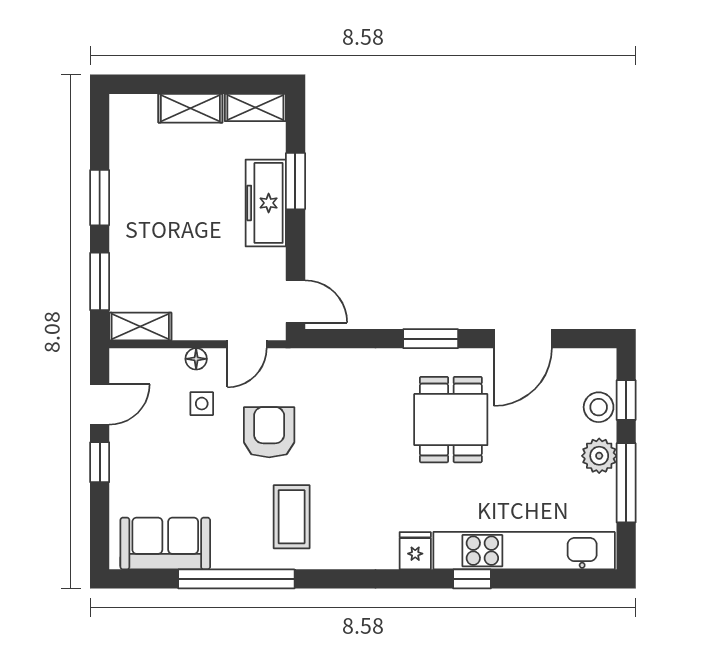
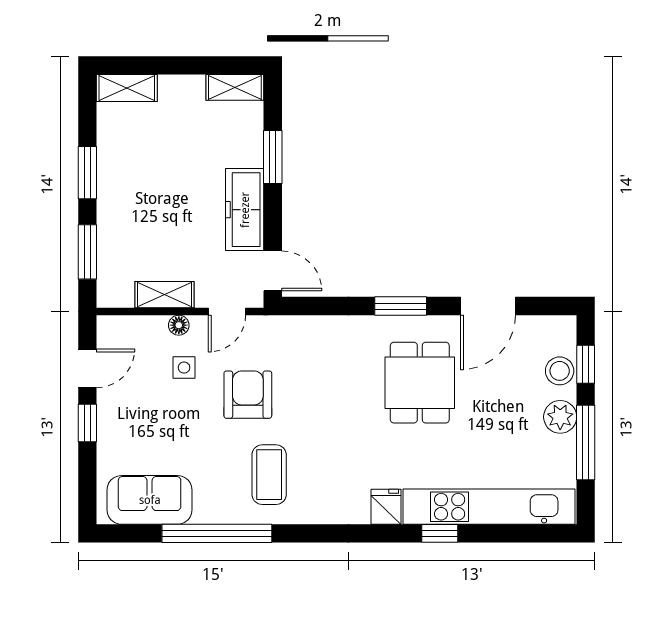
shelving: (190, 108) -> (127, 88), moved
freezer: (266, 203) -> (245, 210), moved
shelving: (140, 327) -> (164, 295), moved

